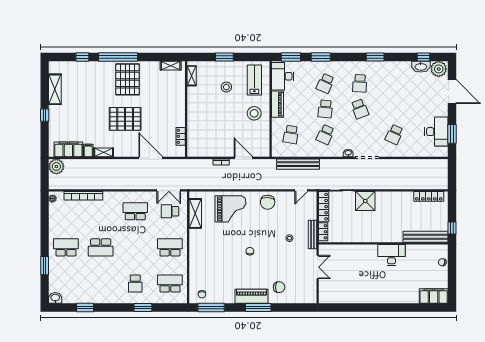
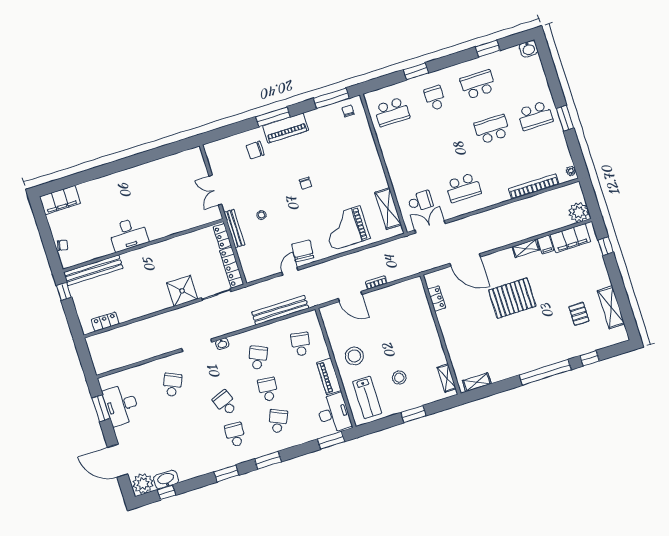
window: (321, 57) -> (268, 460), moved
pallet: (127, 79) -> (579, 314), moved, width x0.49, depth x0.50
window: (45, 115) -> (606, 246), moved
door: (301, 190) -> (290, 271), moved
locker: (429, 196) -> (105, 322), width x0.66
school desk: (170, 247) -> (478, 85), moved, turned 180
window: (45, 266) -> (565, 118), moved

